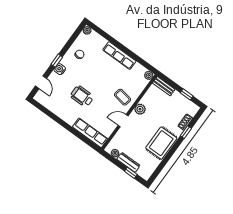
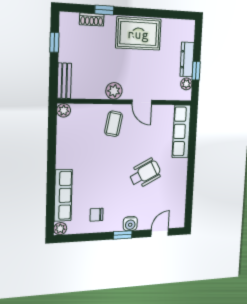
row of seats: (119, 56) -> (63, 195), moved
wheelchair: (82, 96) -> (145, 173), turned -118
window: (131, 173) -> (196, 71), moved

